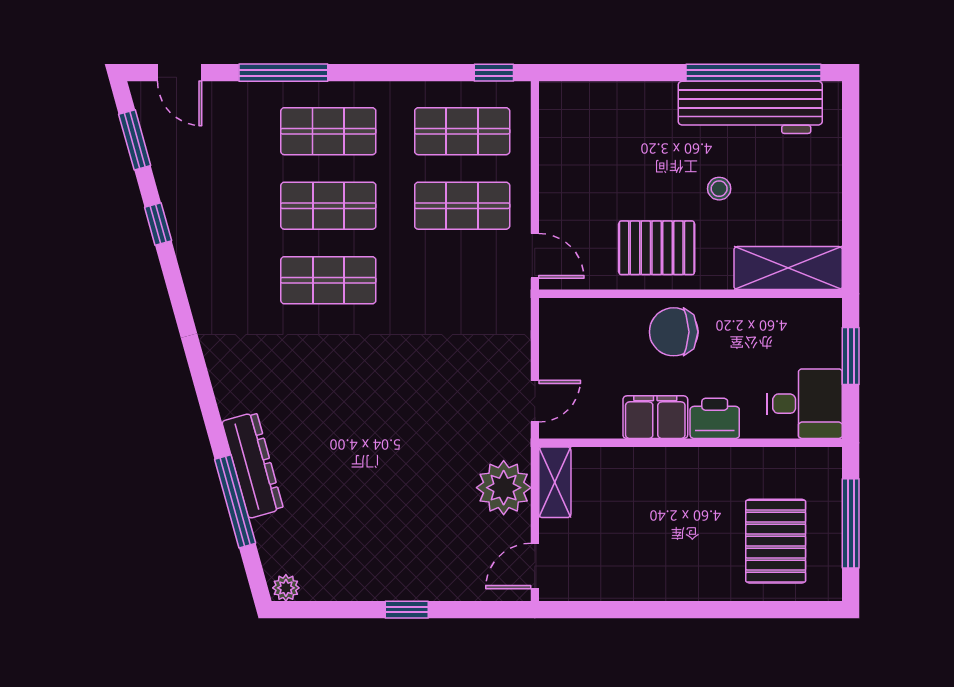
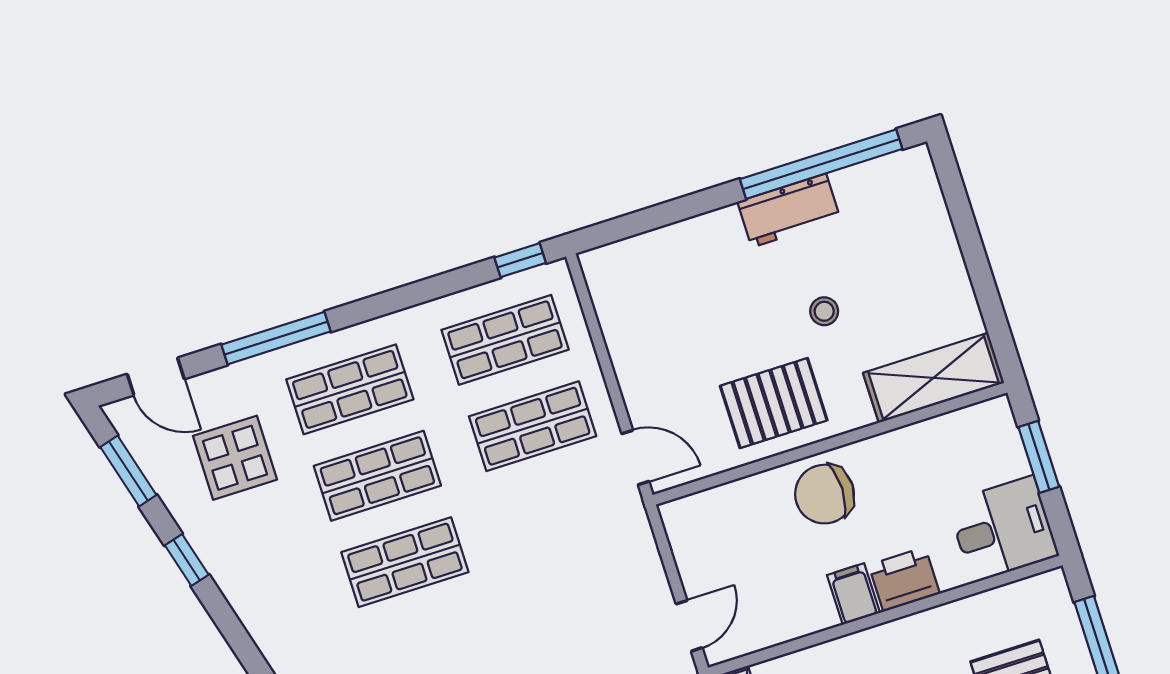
workbench: (750, 107) -> (789, 211), width x0.53, depth x0.76
display table: (221, 156) -> (235, 458), added
filing cabinet: (655, 417) -> (853, 594), width x0.50

